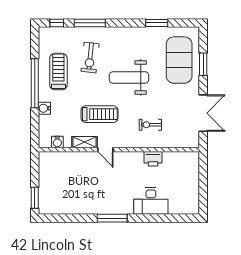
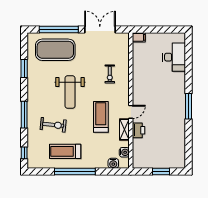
window: (90, 23) -> (24, 115), moved
window: (203, 64) -> (59, 30), width x2.11
water cooler: (44, 108) -> (113, 163), moved
printer: (153, 159) -> (138, 130), moved
filing cabinet: (194, 159) -> (139, 37), added
window: (35, 198) -> (161, 171), moved
desk: (151, 201) -> (174, 57), moved

